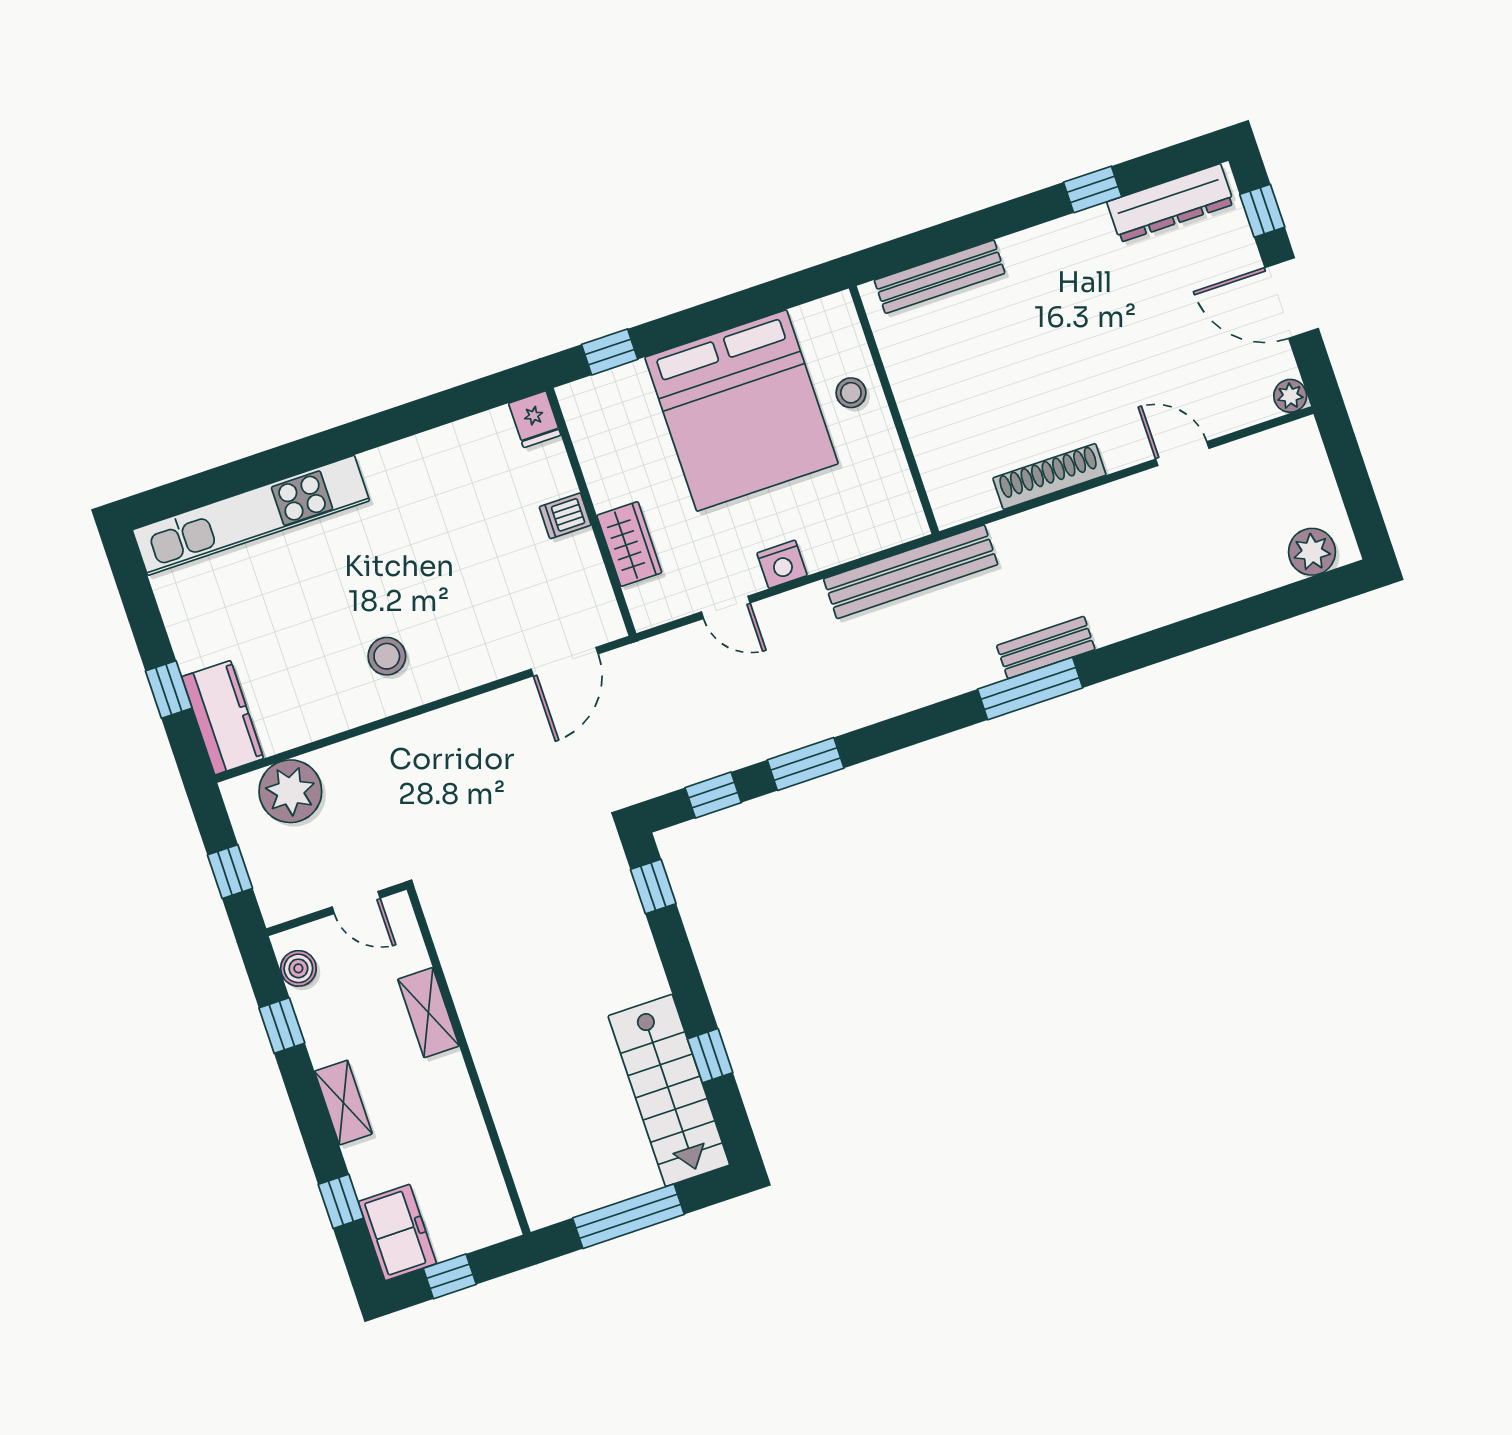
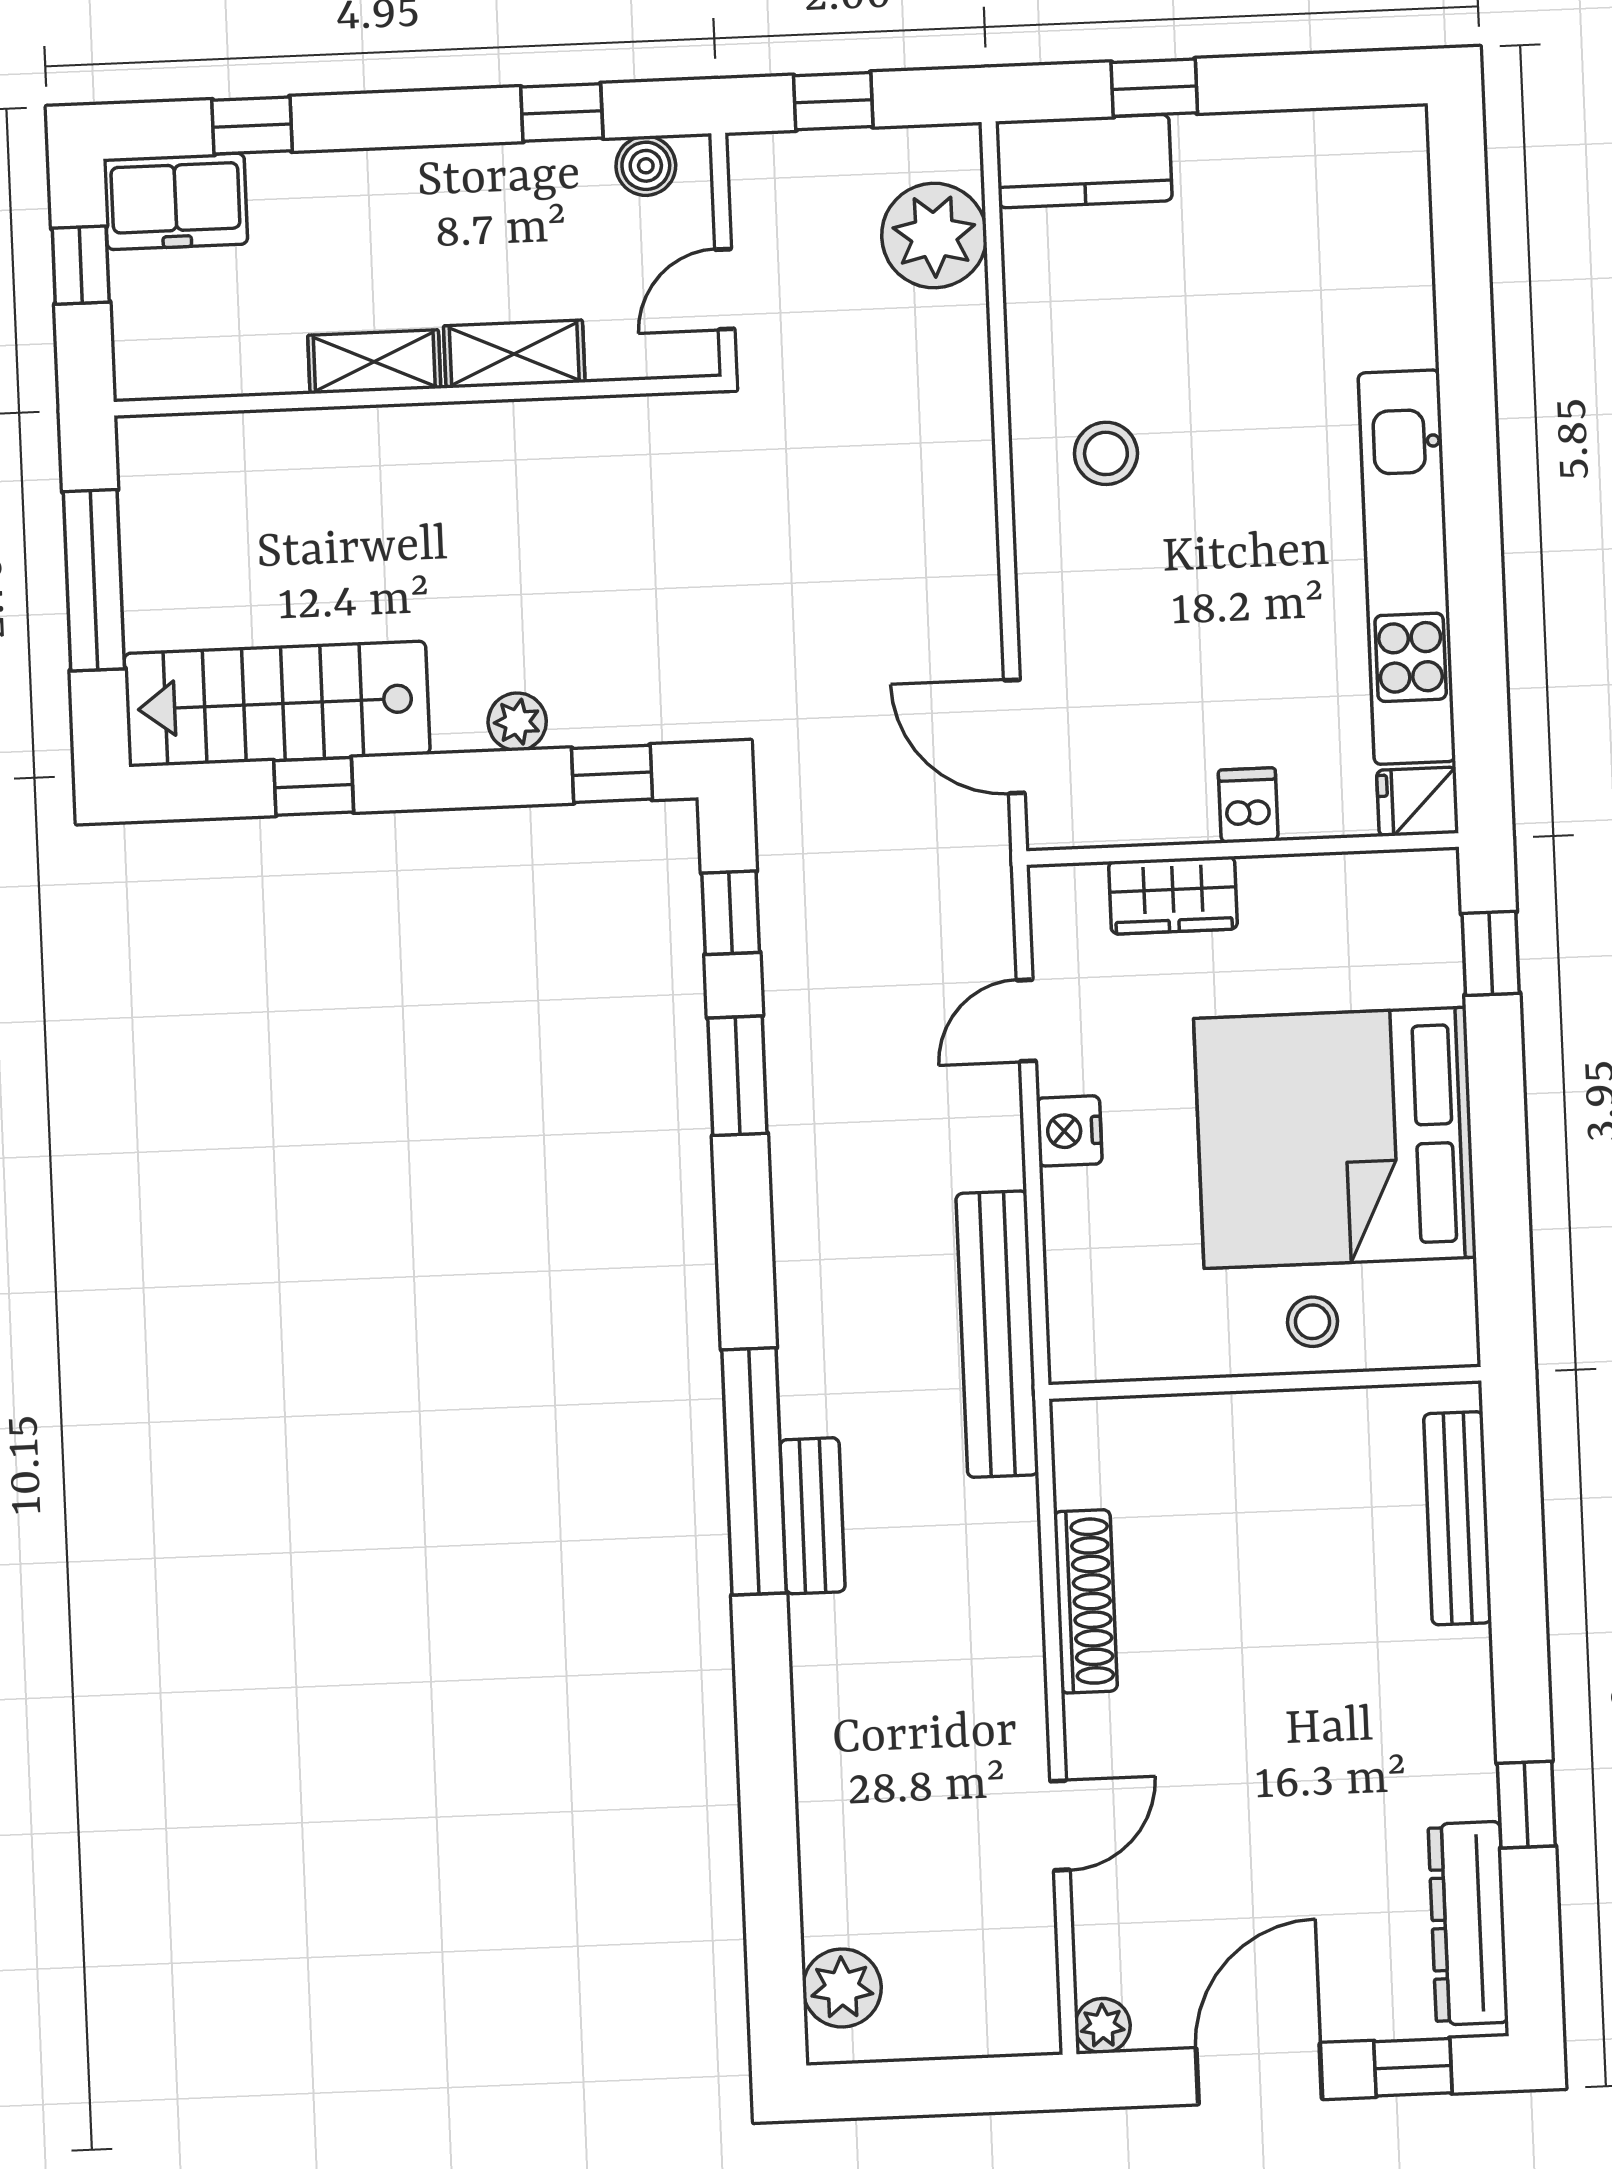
kitchen unit: (251, 515) -> (1407, 567), moved
window: (1030, 688) -> (754, 1471), width x1.46
plant: (639, 950) -> (517, 722), added
shelving: (343, 1103) -> (374, 362), moved

